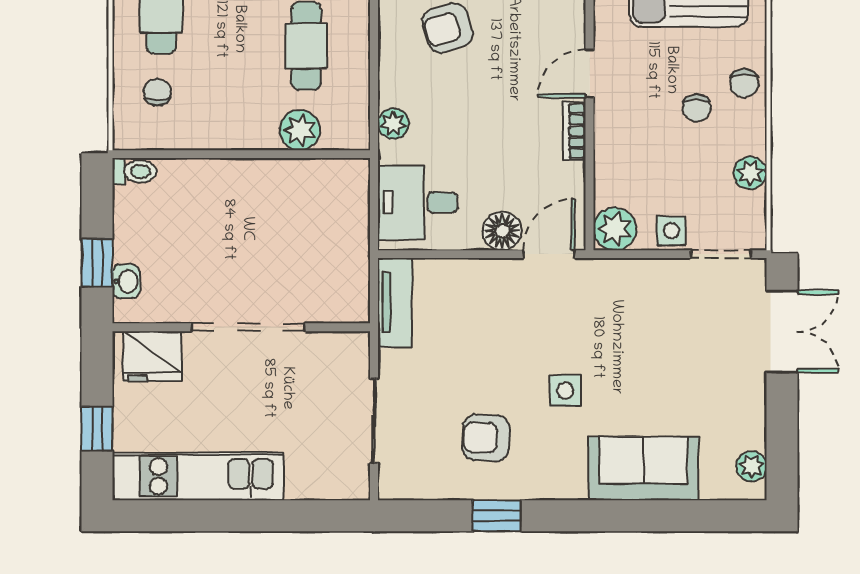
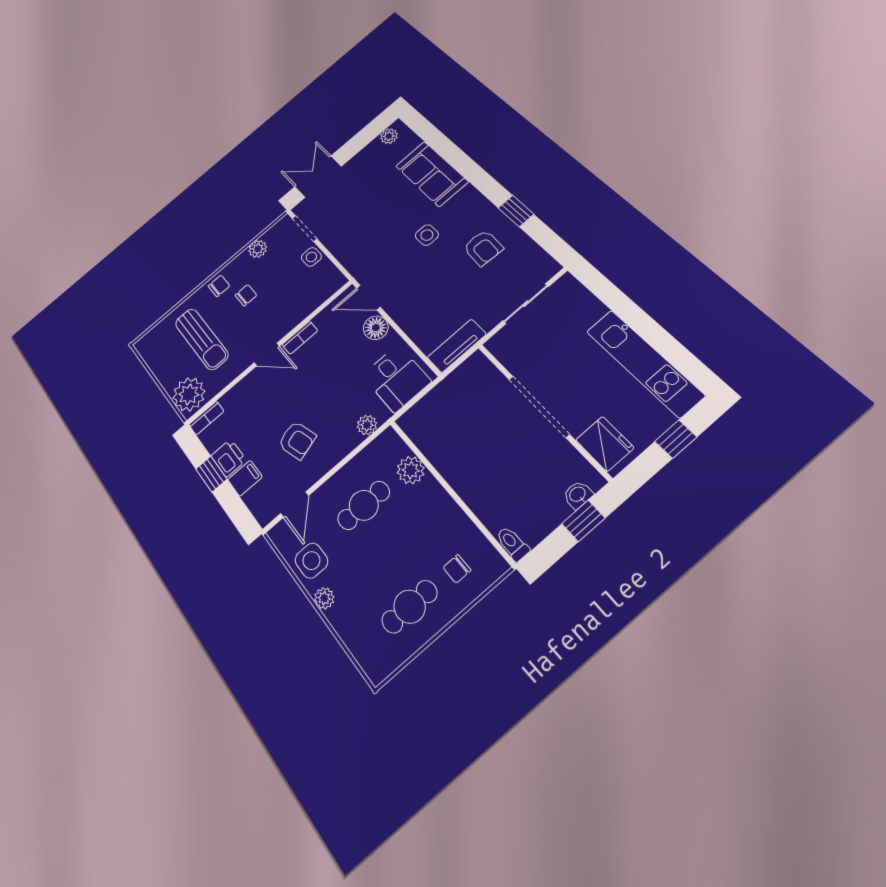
plant: (615, 229) -> (331, 280), removed

